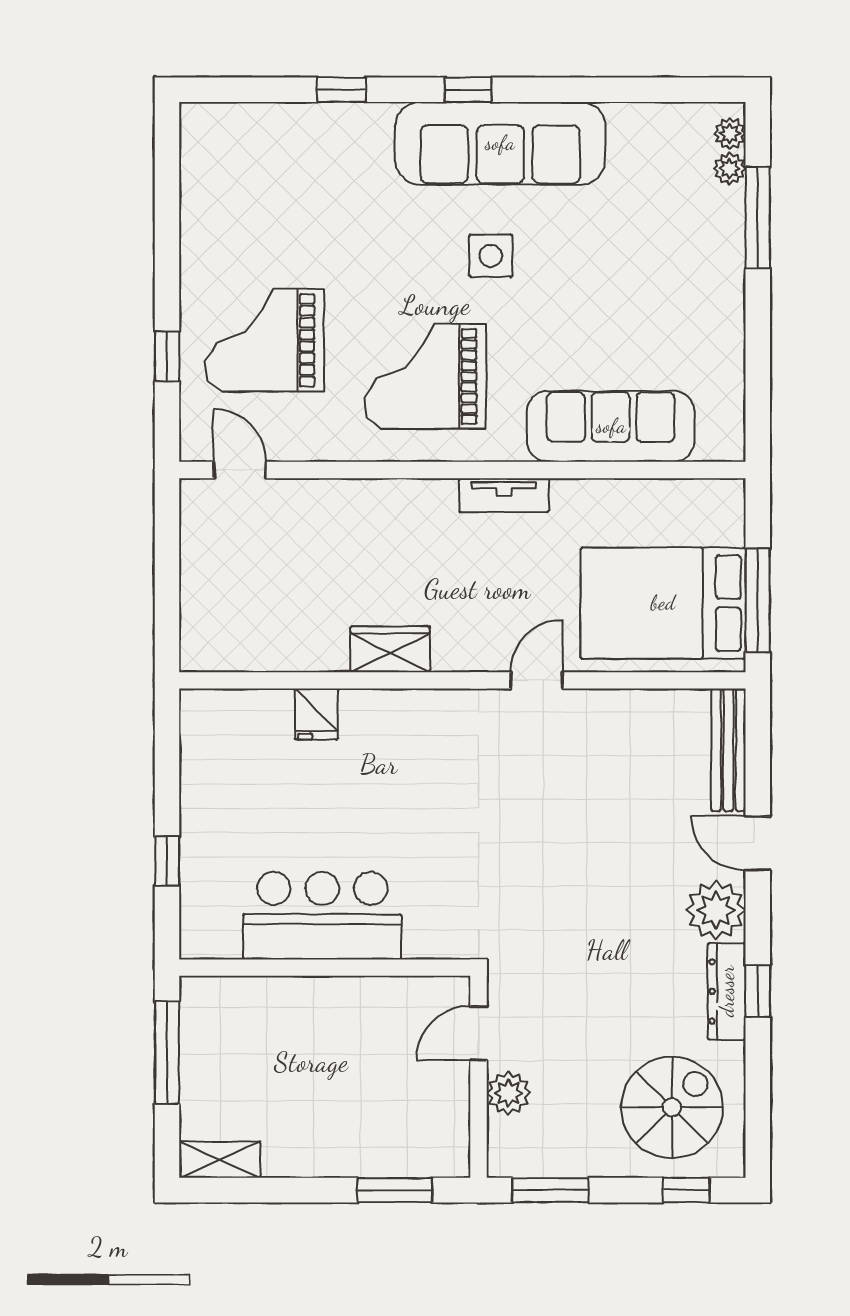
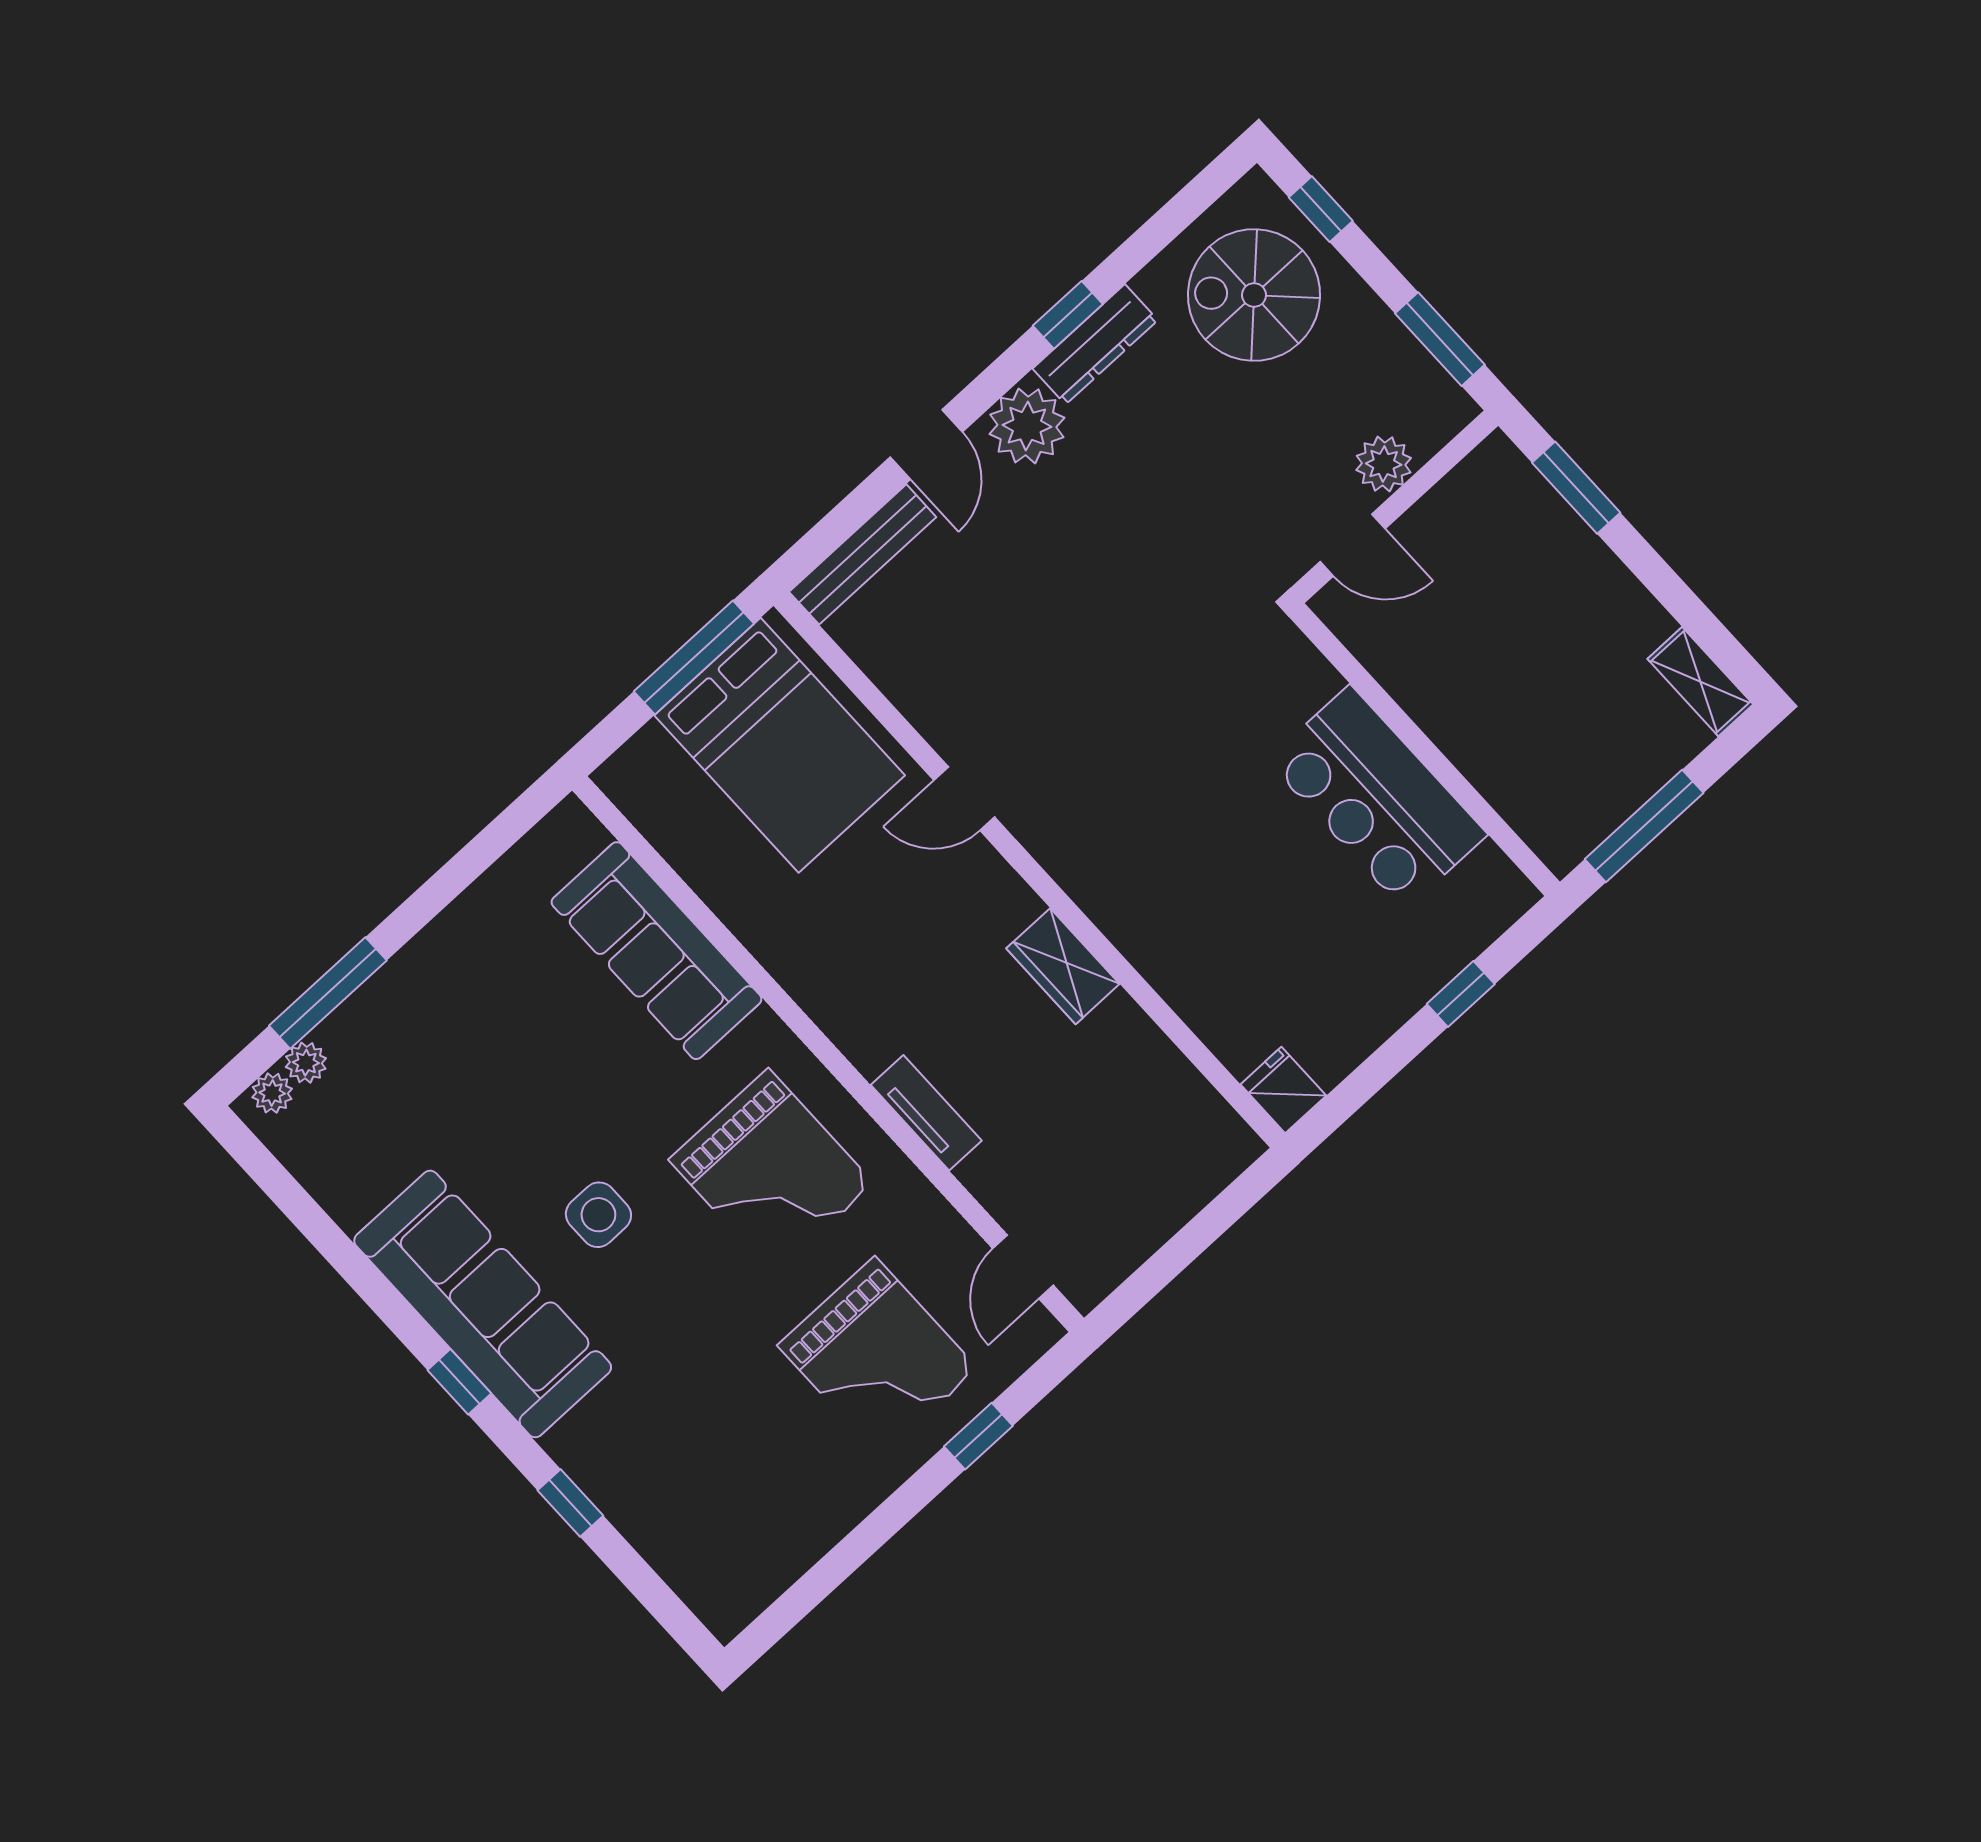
tv unit: (504, 495) -> (926, 1113), moved
fridge: (316, 714) -> (1283, 1090), moved, turned -90

